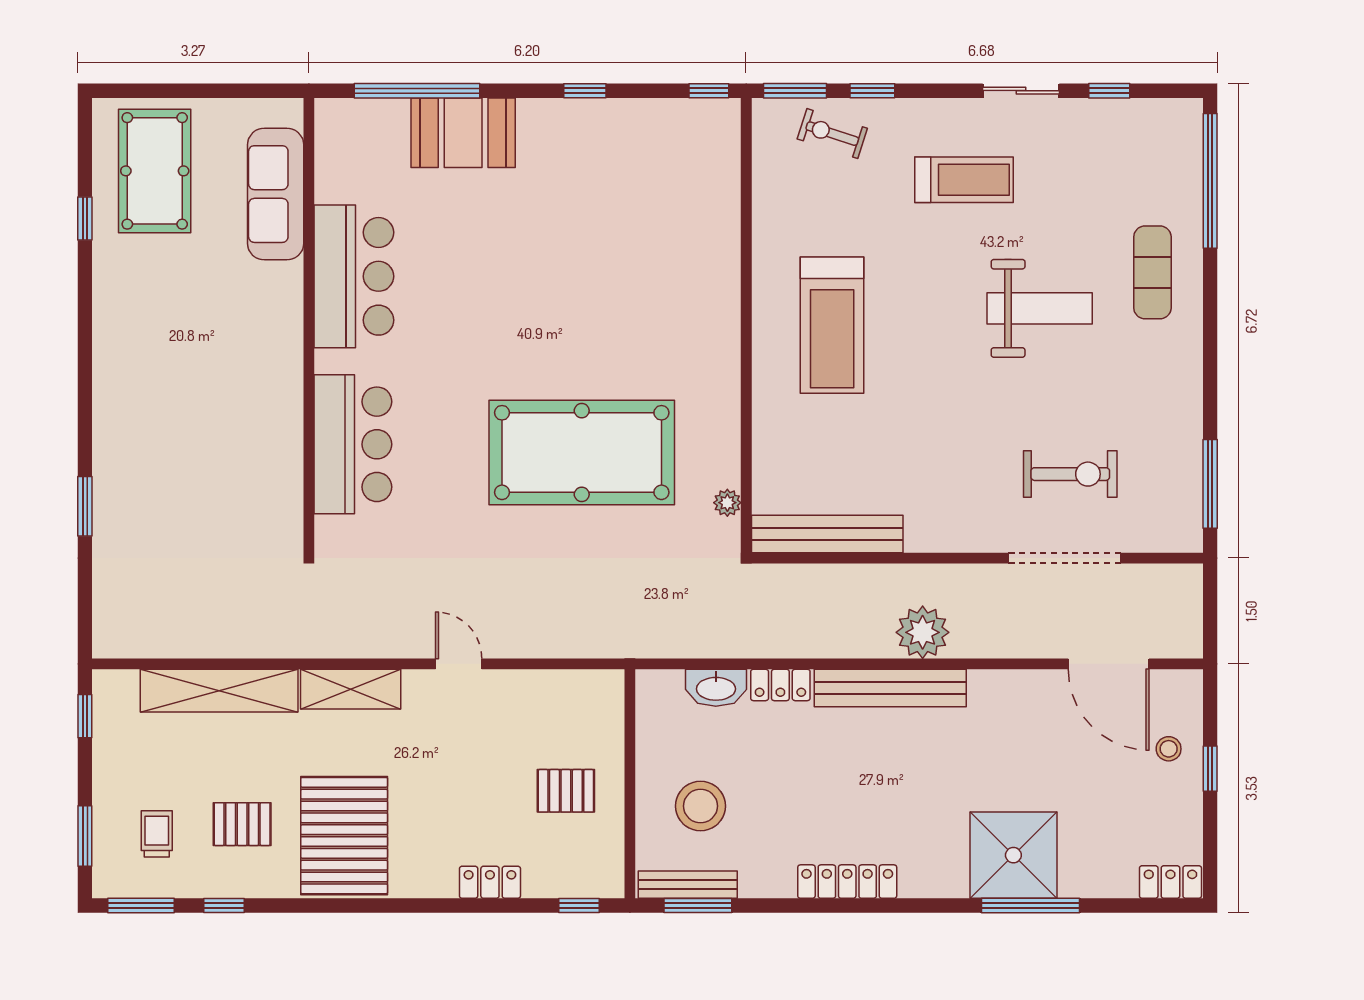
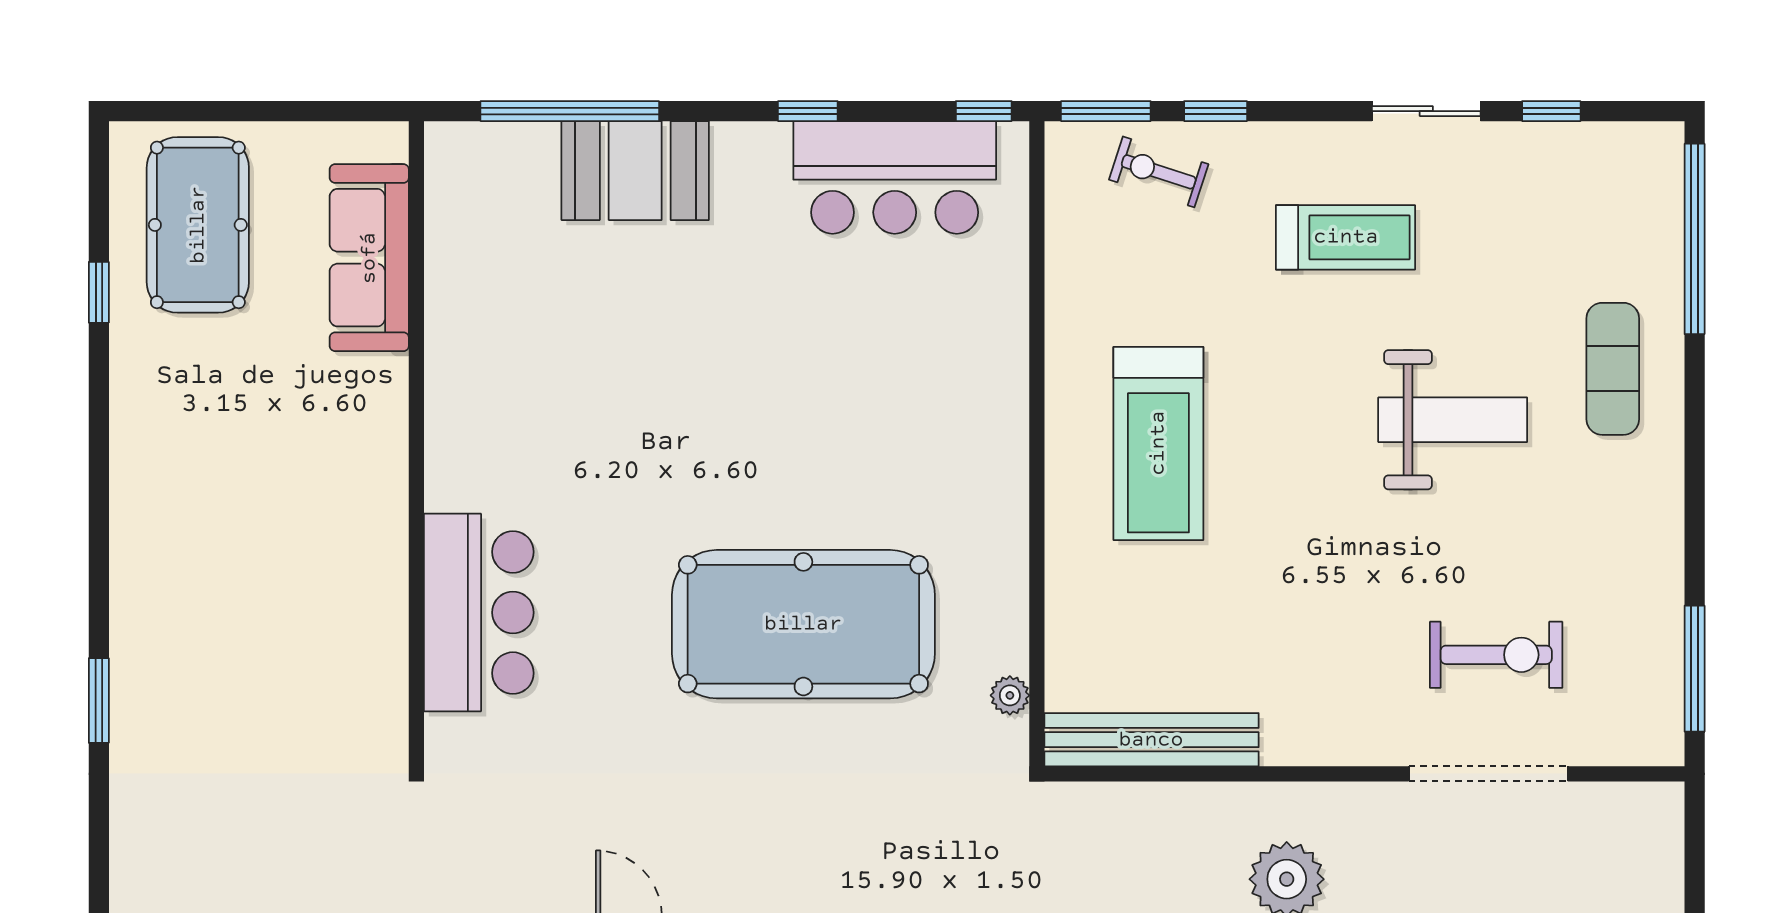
bar counter: (354, 276) -> (895, 177), moved, turned 90

